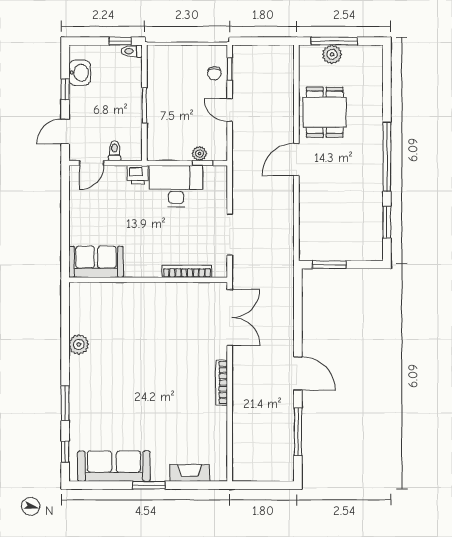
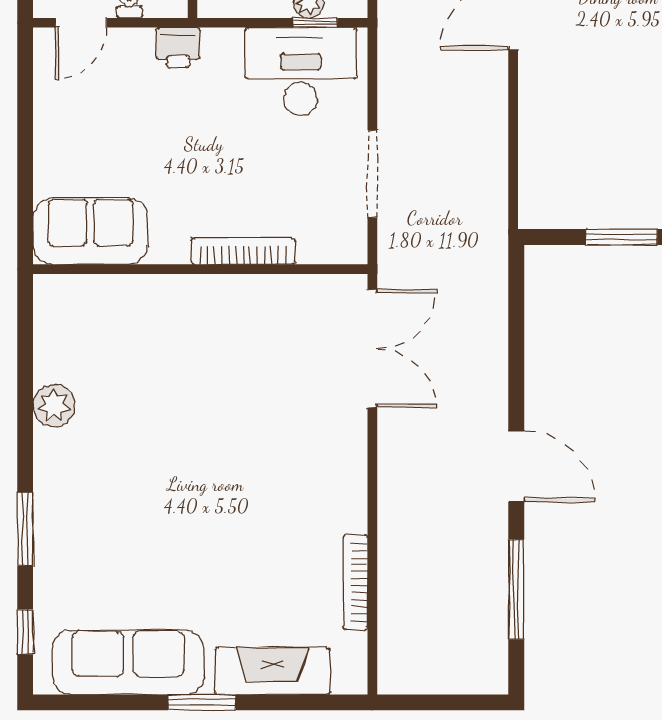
desk: (176, 186) -> (301, 72), moved
window: (329, 265) -> (622, 237), moved
bookcase: (187, 271) -> (243, 251), moved
bookcase: (222, 383) -> (355, 582), moved
fireplace: (190, 473) -> (273, 671), width x1.37, depth x1.32

